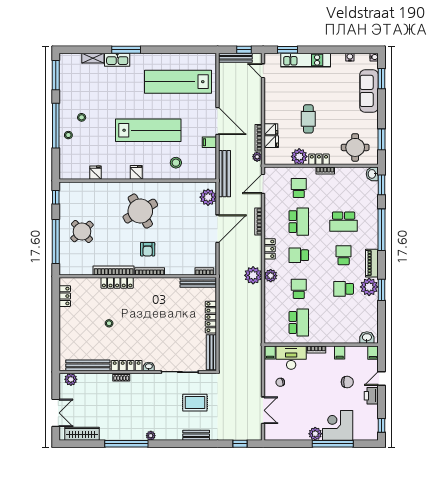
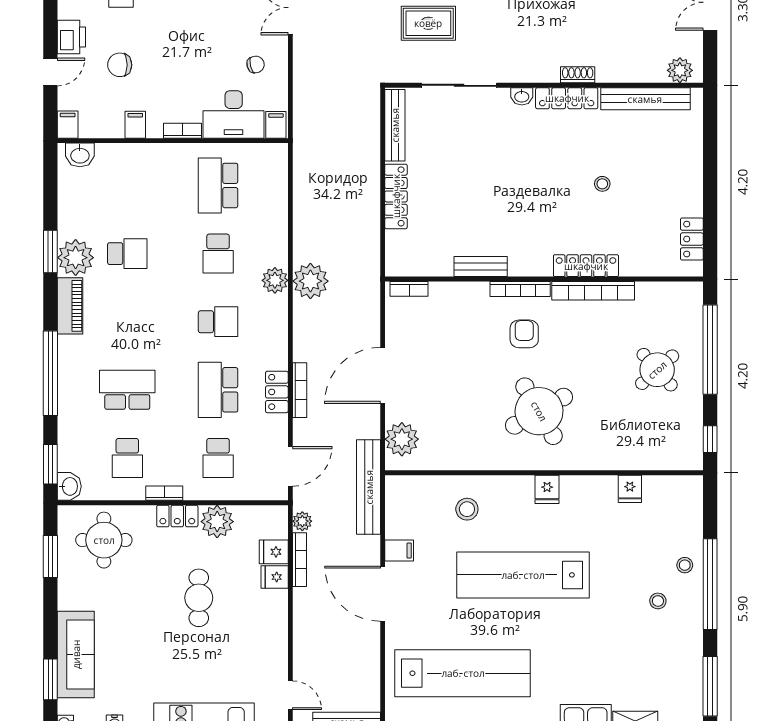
locker: (270, 249) -> (277, 392), moved
school desk: (344, 255) -> (127, 458), moved
bench: (198, 282) -> (481, 267), moved, width x0.73

